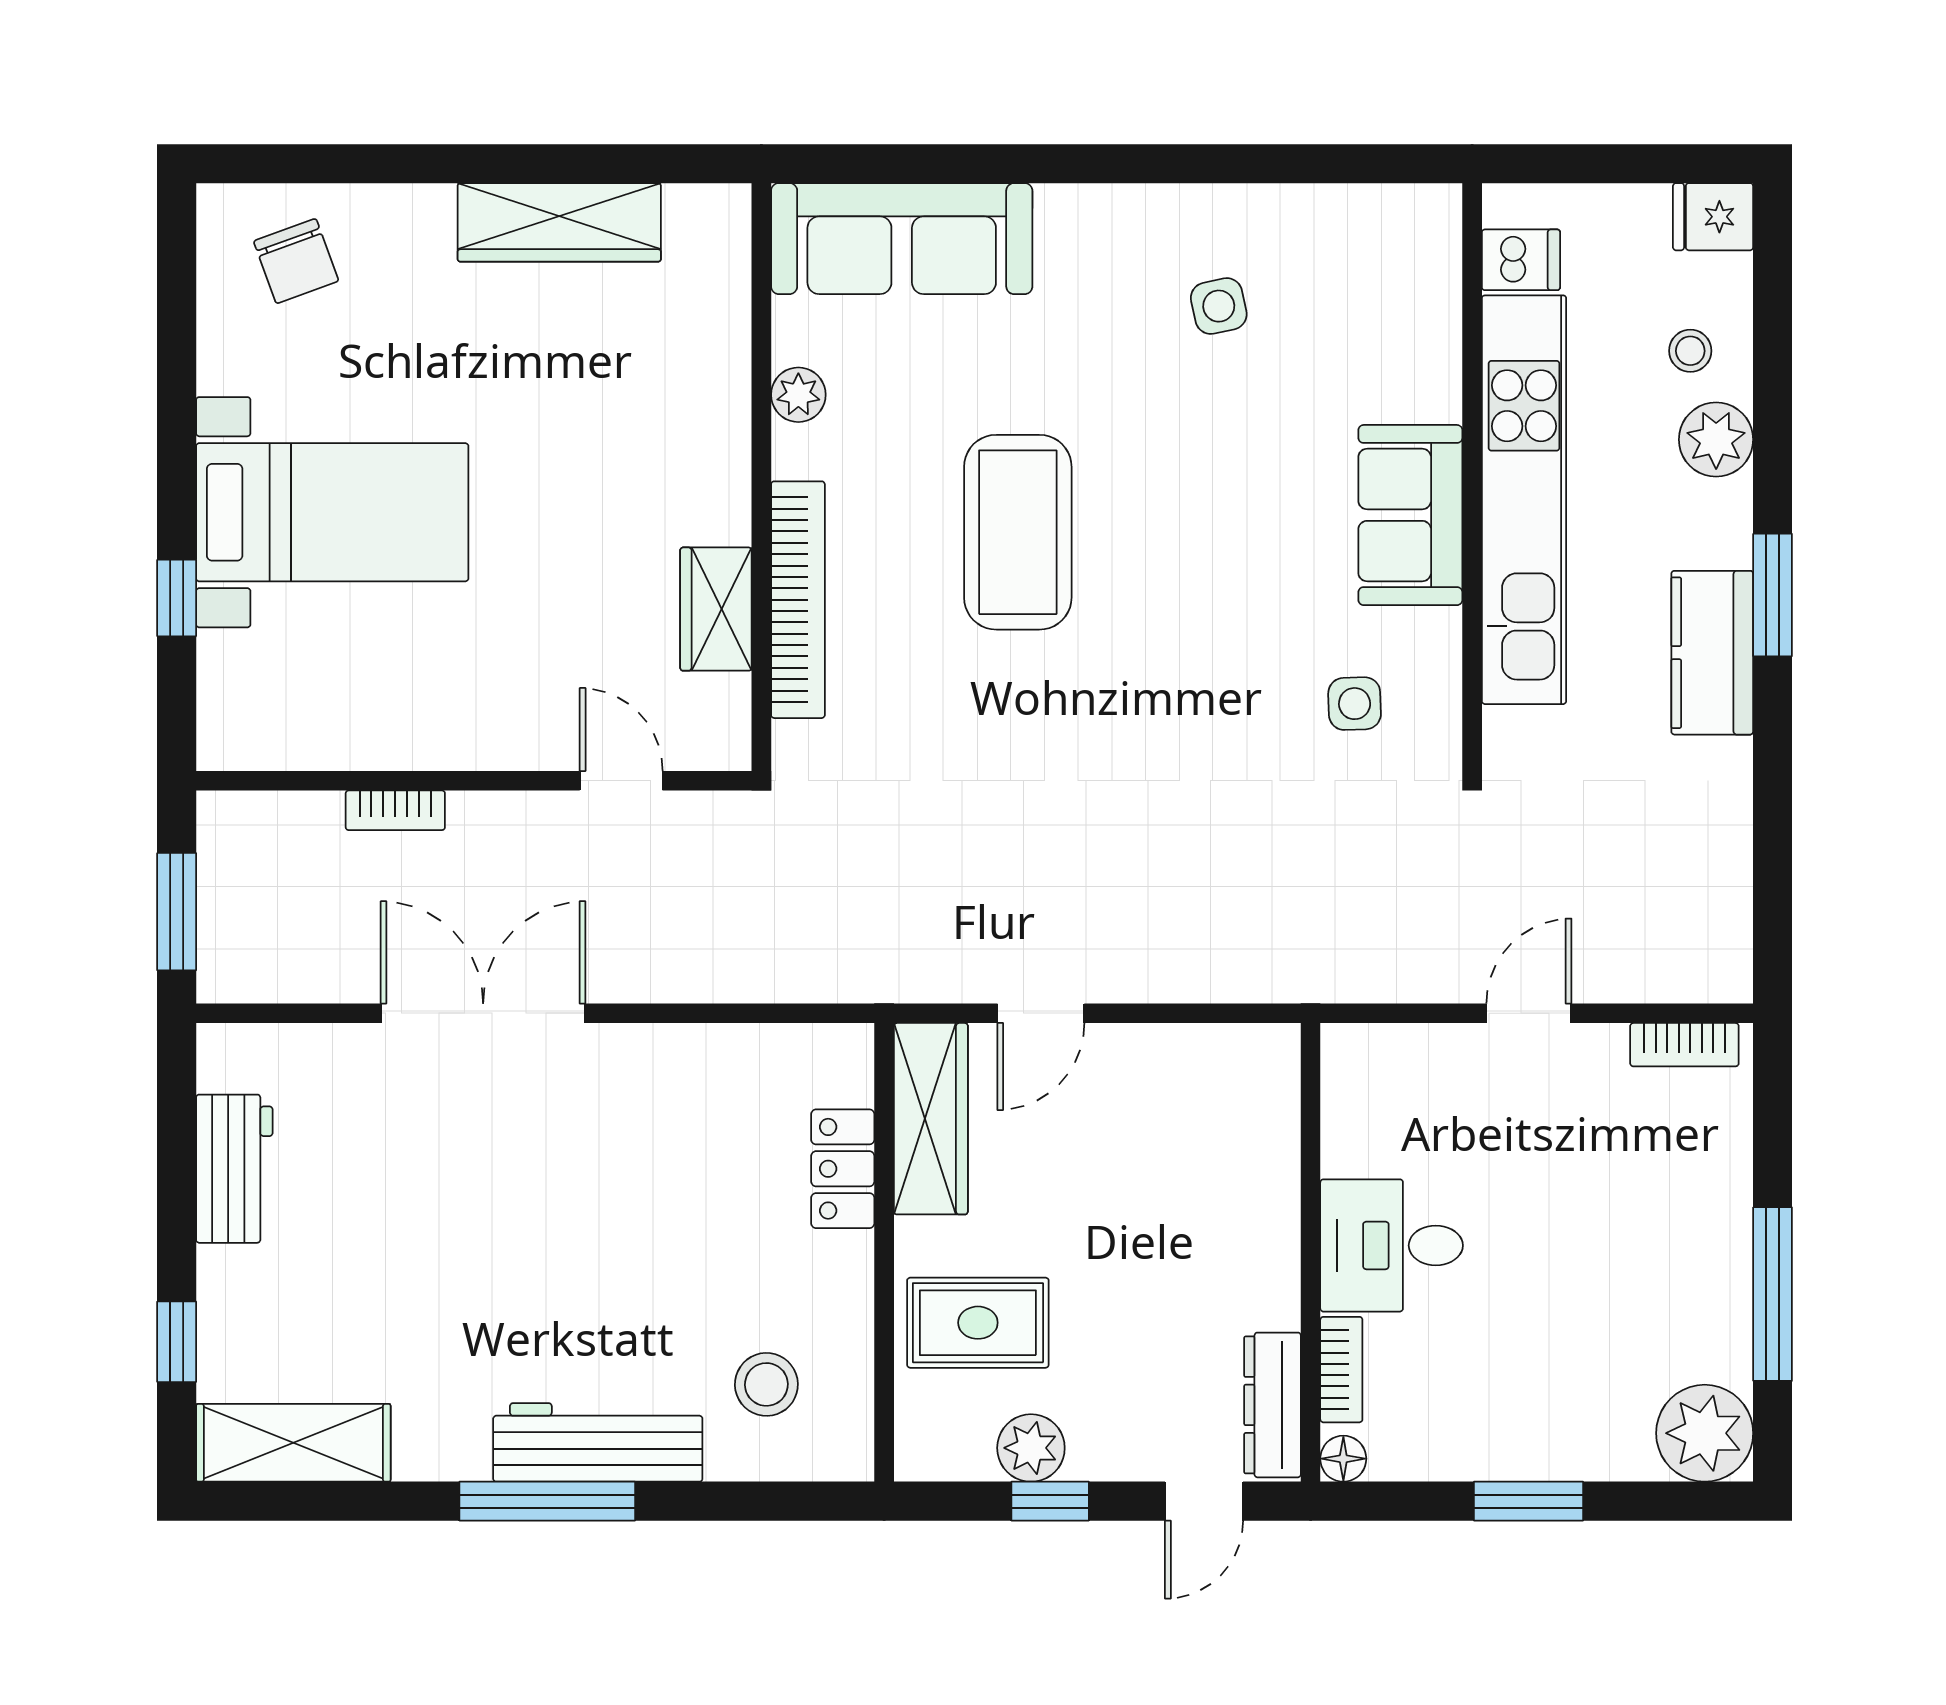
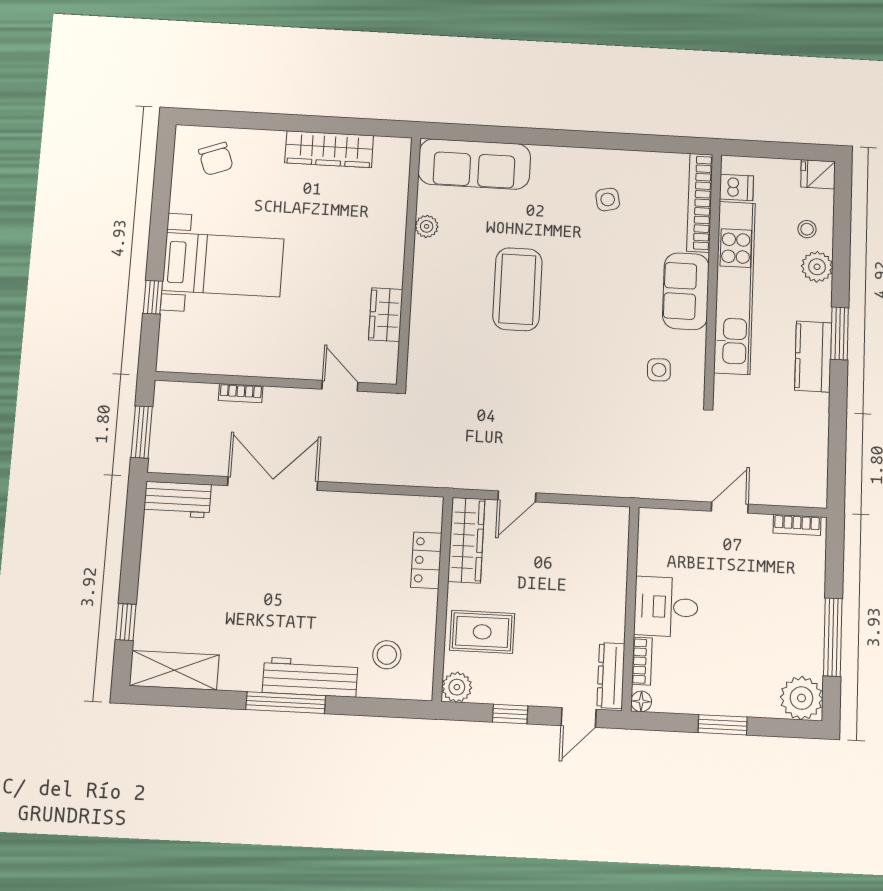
bookcase: (798, 600) -> (700, 203), moved, turned 180
workbench: (234, 1169) -> (177, 500), moved, turned 90
plant: (1031, 1448) -> (457, 687), moved

